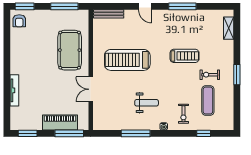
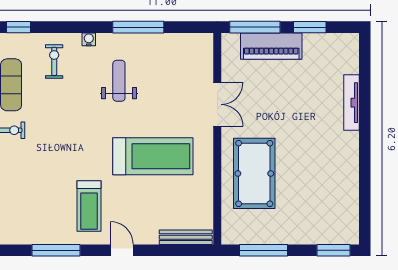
armchair: (19, 21) -> (343, 225), removed
treadmill: (185, 56) -> (89, 206), moved, turned -90
weight bench: (147, 103) -> (119, 81), turned 90
window: (28, 133) -> (310, 27), moved

